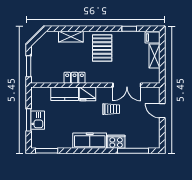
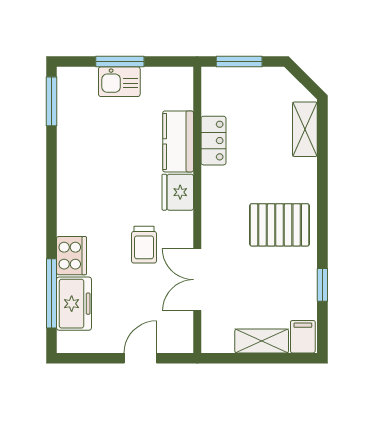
shelving: (71, 37) -> (305, 129), moved
locker: (75, 78) -> (213, 141), moved
freezer: (90, 141) -> (74, 304), moved, width x0.71

